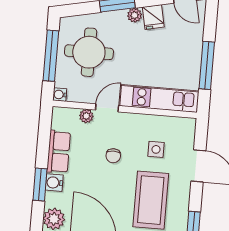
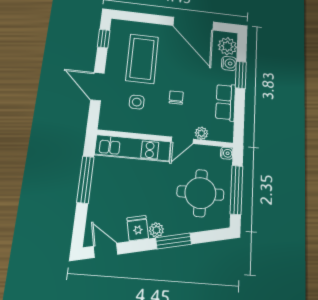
water cooler: (54, 183) -> (229, 63), moved

